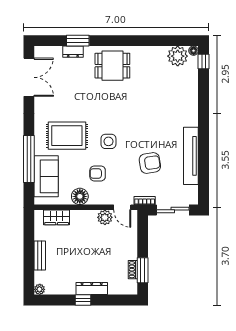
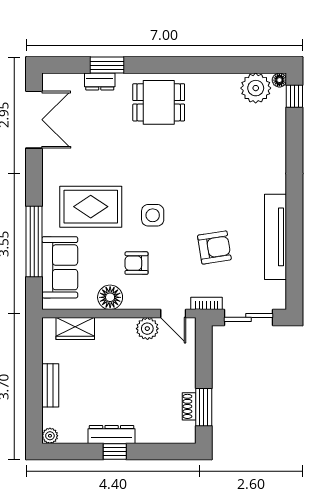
dresser: (92, 289) -> (112, 435), moved

